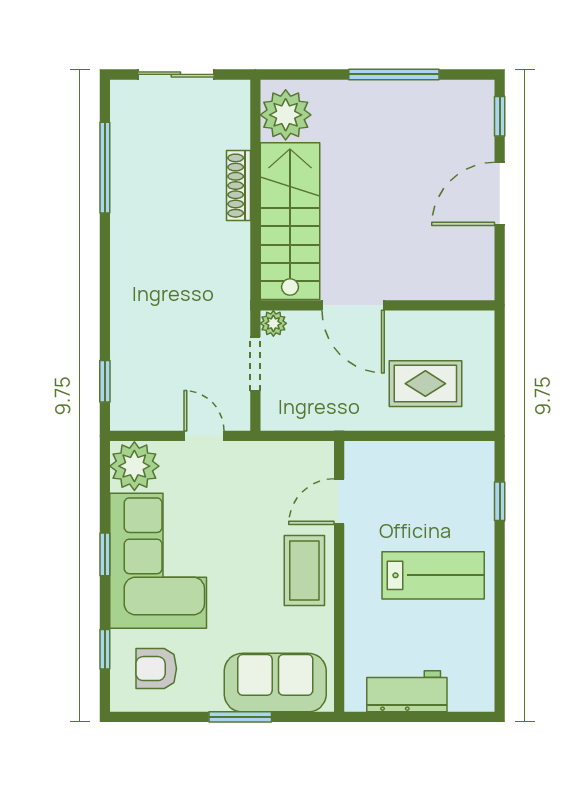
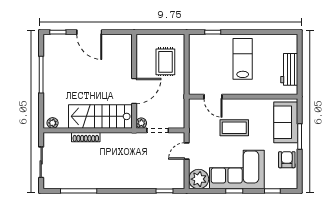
plant: (286, 115) -> (53, 123), width x0.53, depth x0.53
coffee table: (304, 570) -> (234, 128), moved
armchair: (156, 669) -> (287, 160), moved, turned 180

